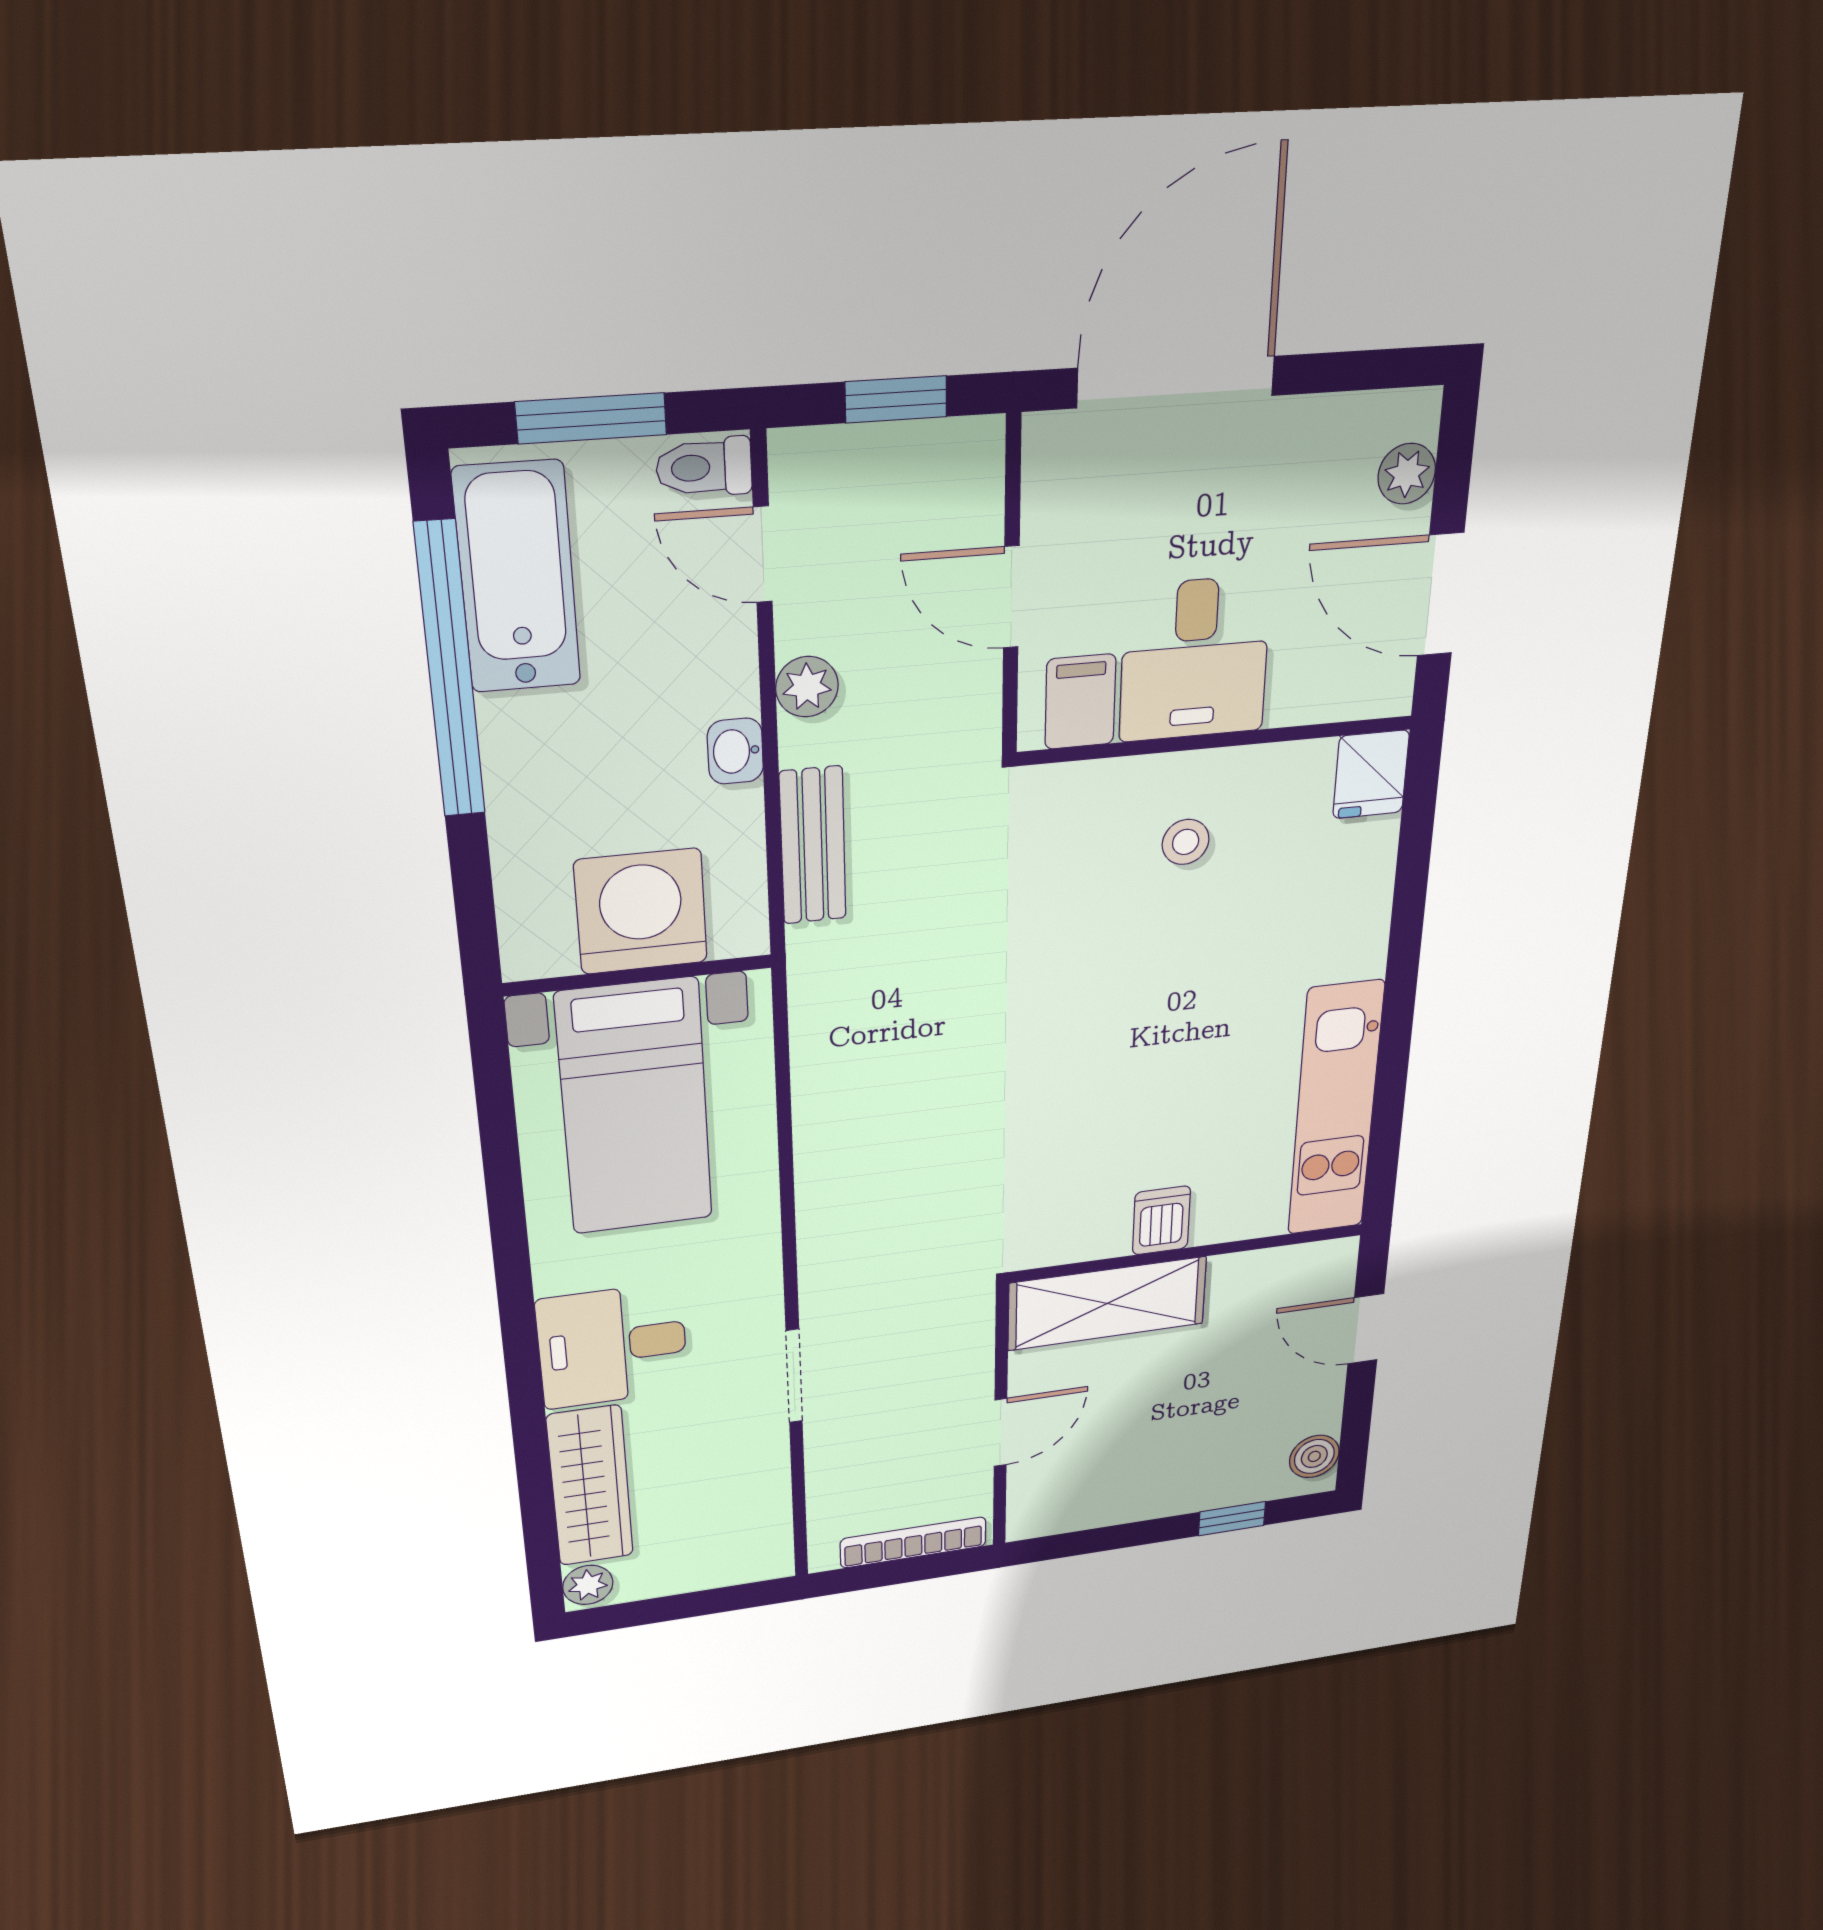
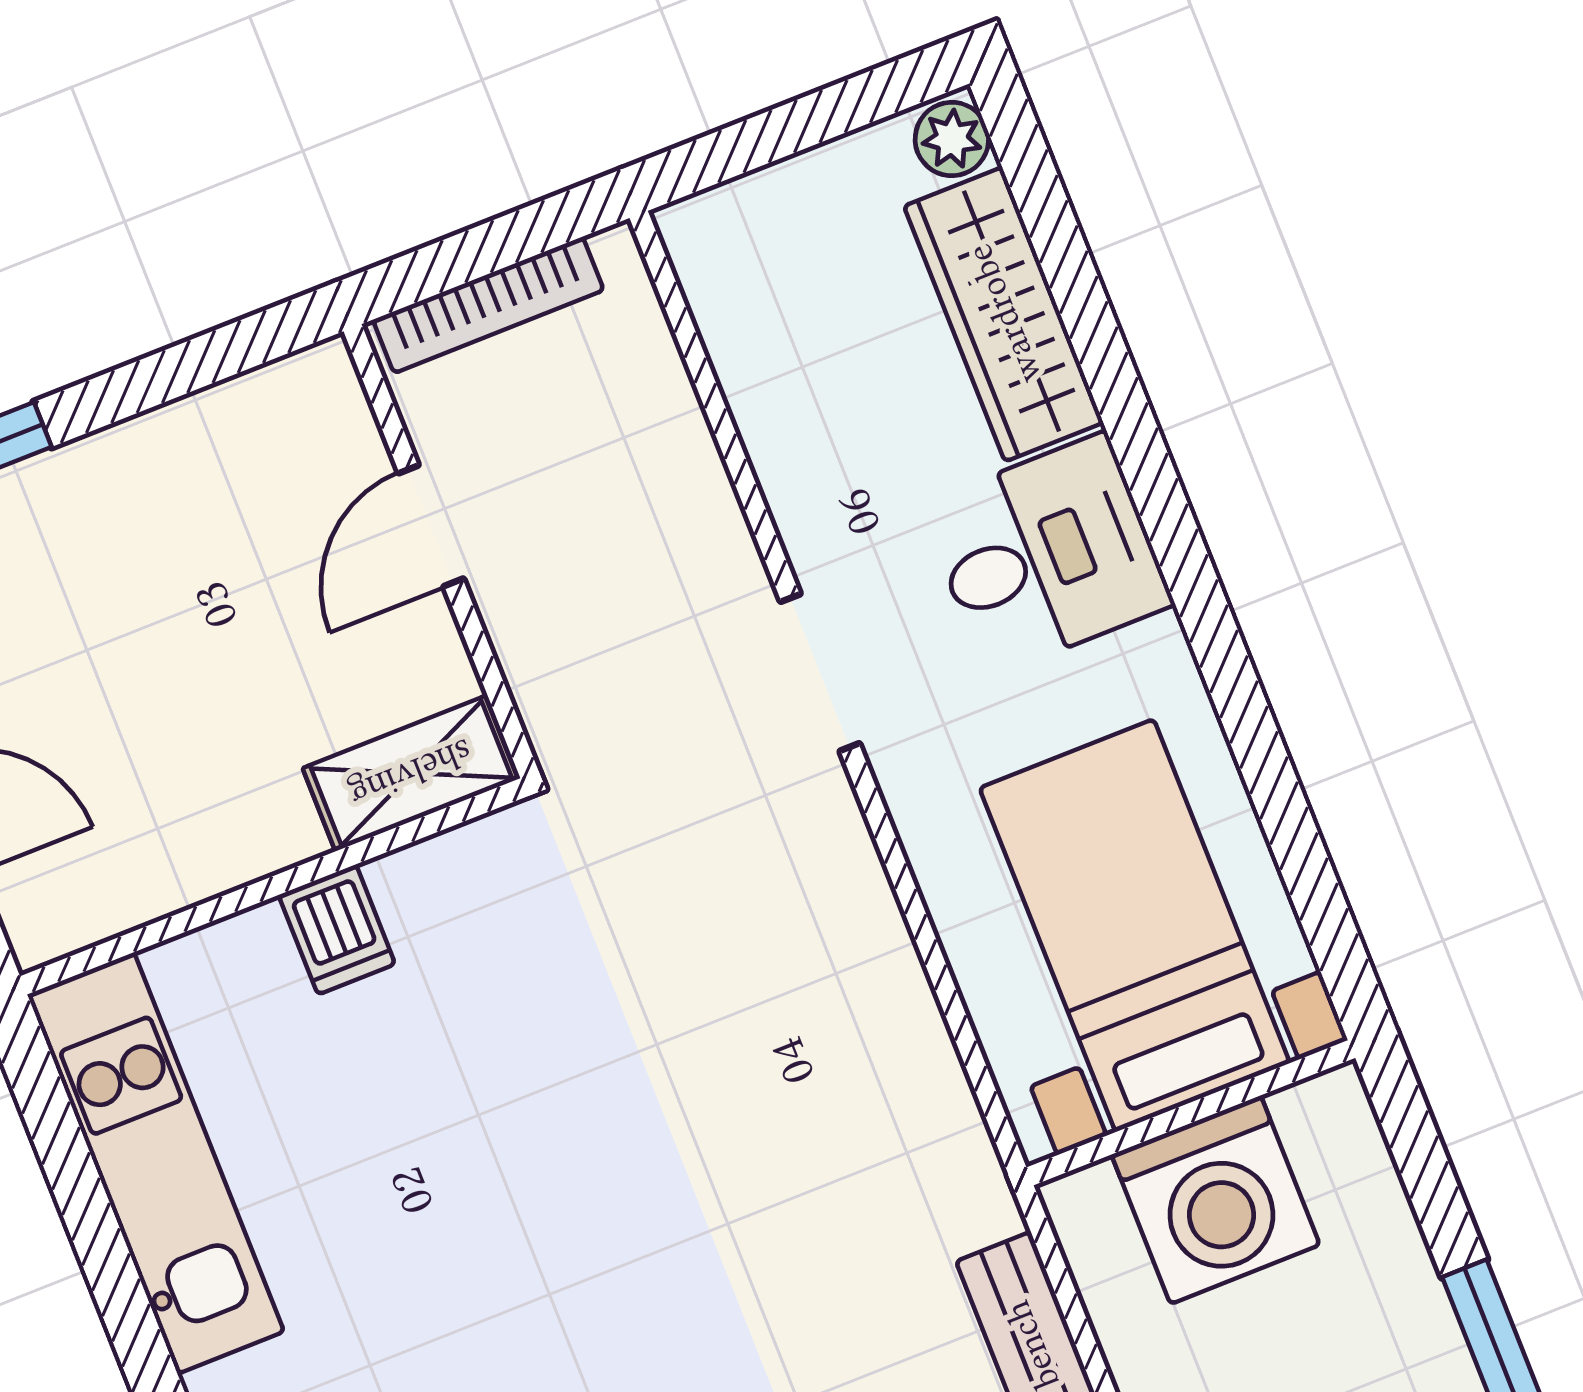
shelving: (1107, 1303) -> (411, 773), width x0.67, depth x0.75
doorway: (794, 1376) -> (820, 673), moved

